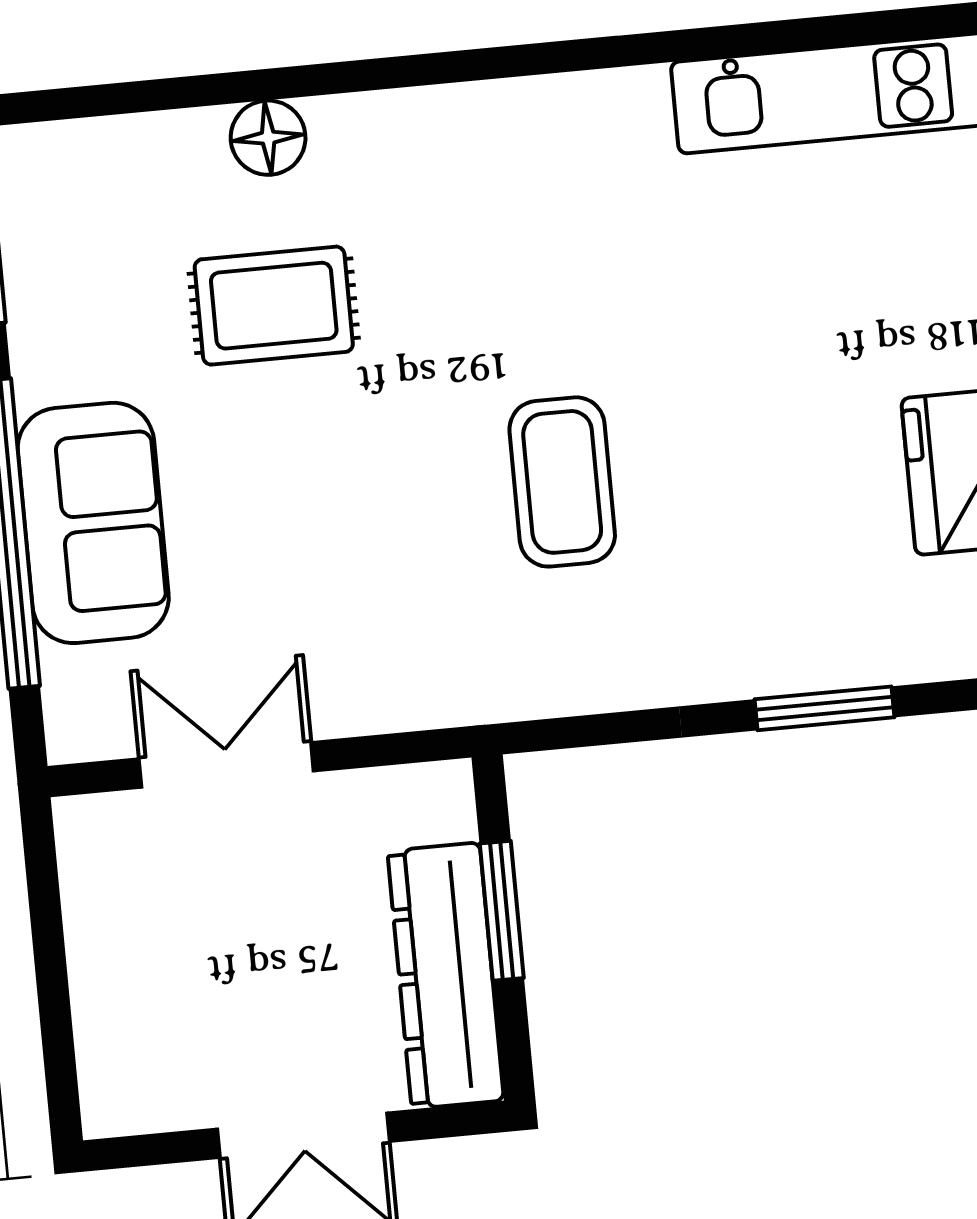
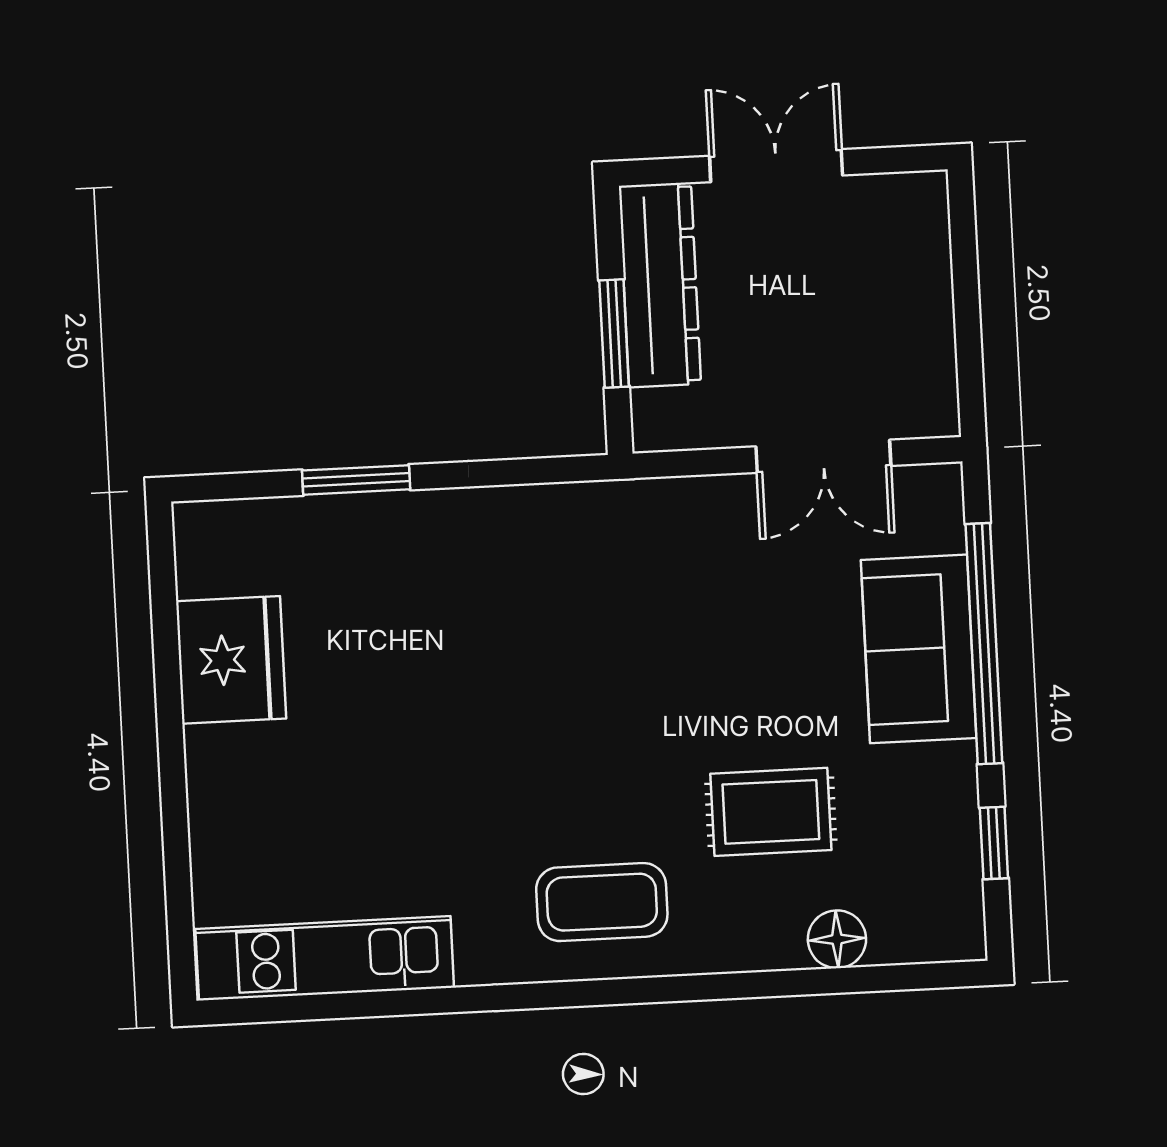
floor lamp: (268, 138) -> (837, 939), moved
coffee table: (562, 482) -> (602, 902), moved, turned 90

